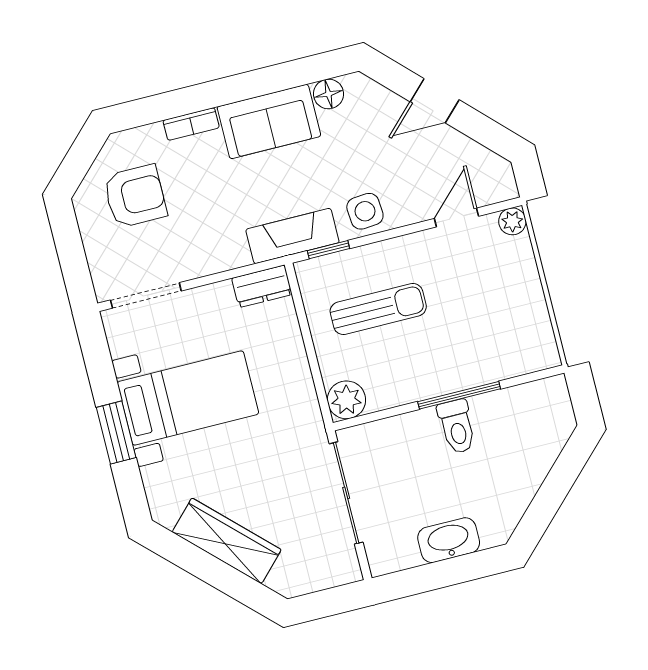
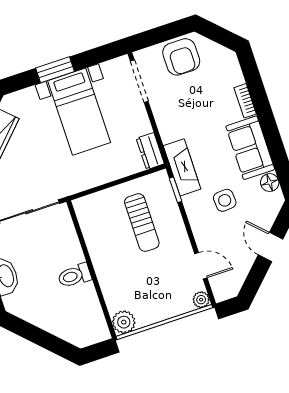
armchair: (135, 196) -> (181, 57), moved
side table: (365, 211) -> (225, 200), moved
window: (459, 395) -> (93, 276), removed
plant: (346, 400) -> (124, 322), moved

